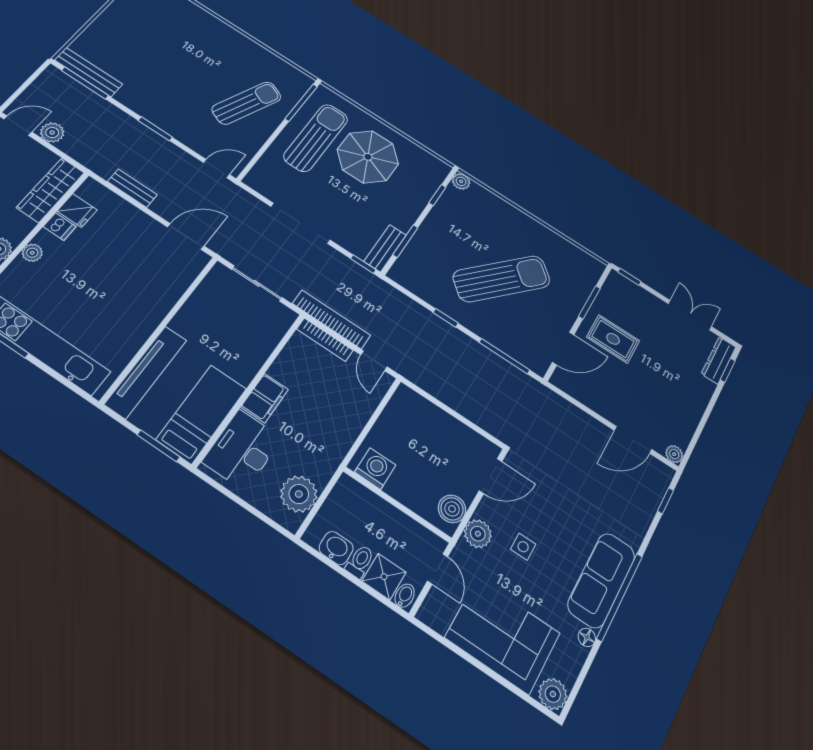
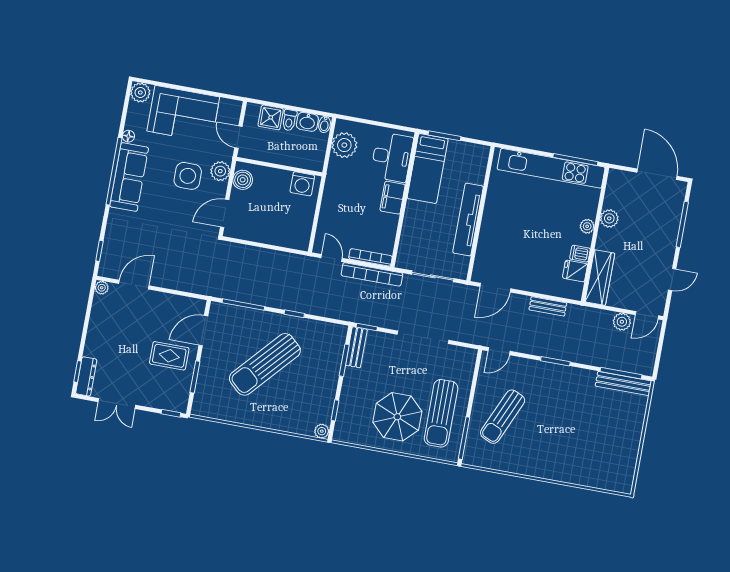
tv unit: (146, 372) -> (468, 219), moved
side table: (523, 547) -> (188, 176), width x1.87, depth x1.87
bidet: (405, 596) -> (325, 124), moved

